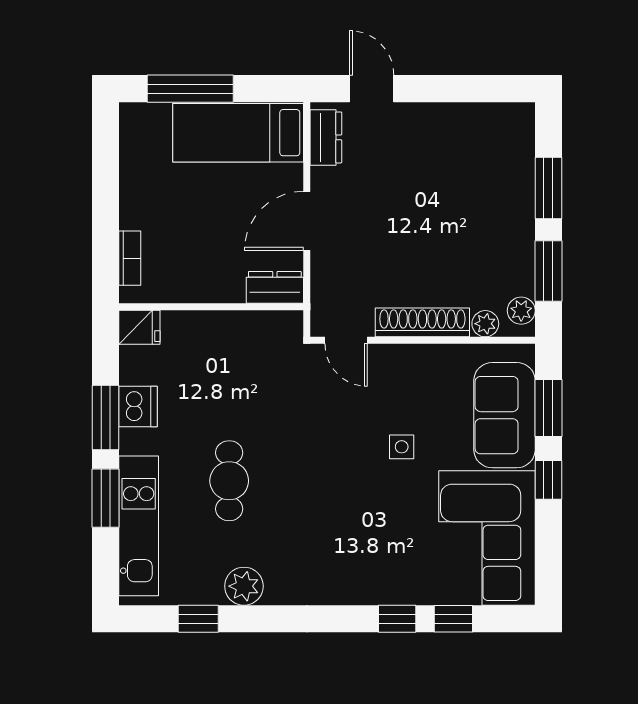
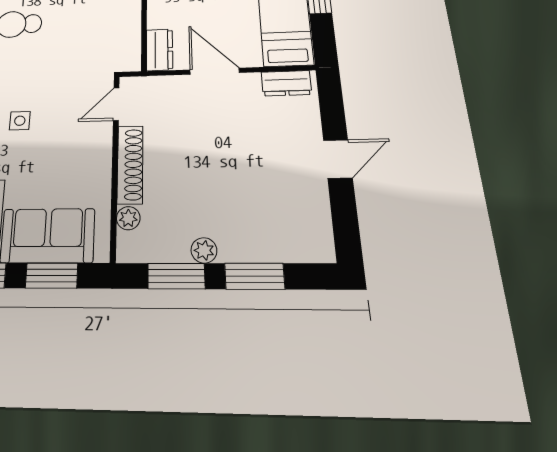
door: (372, 89) -> (338, 159), moved
plant: (521, 311) -> (204, 250), moved
side table: (402, 447) -> (20, 121), moved

